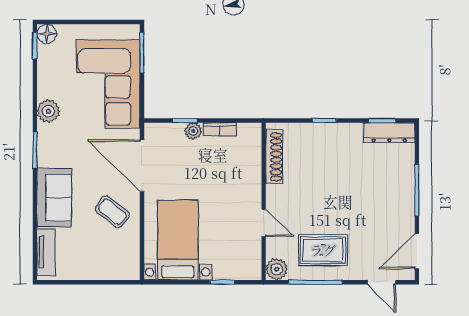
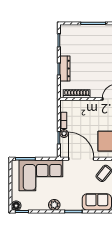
dresser: (389, 133) -> (65, 68), moved
door: (142, 166) -> (81, 159), swing flipped

